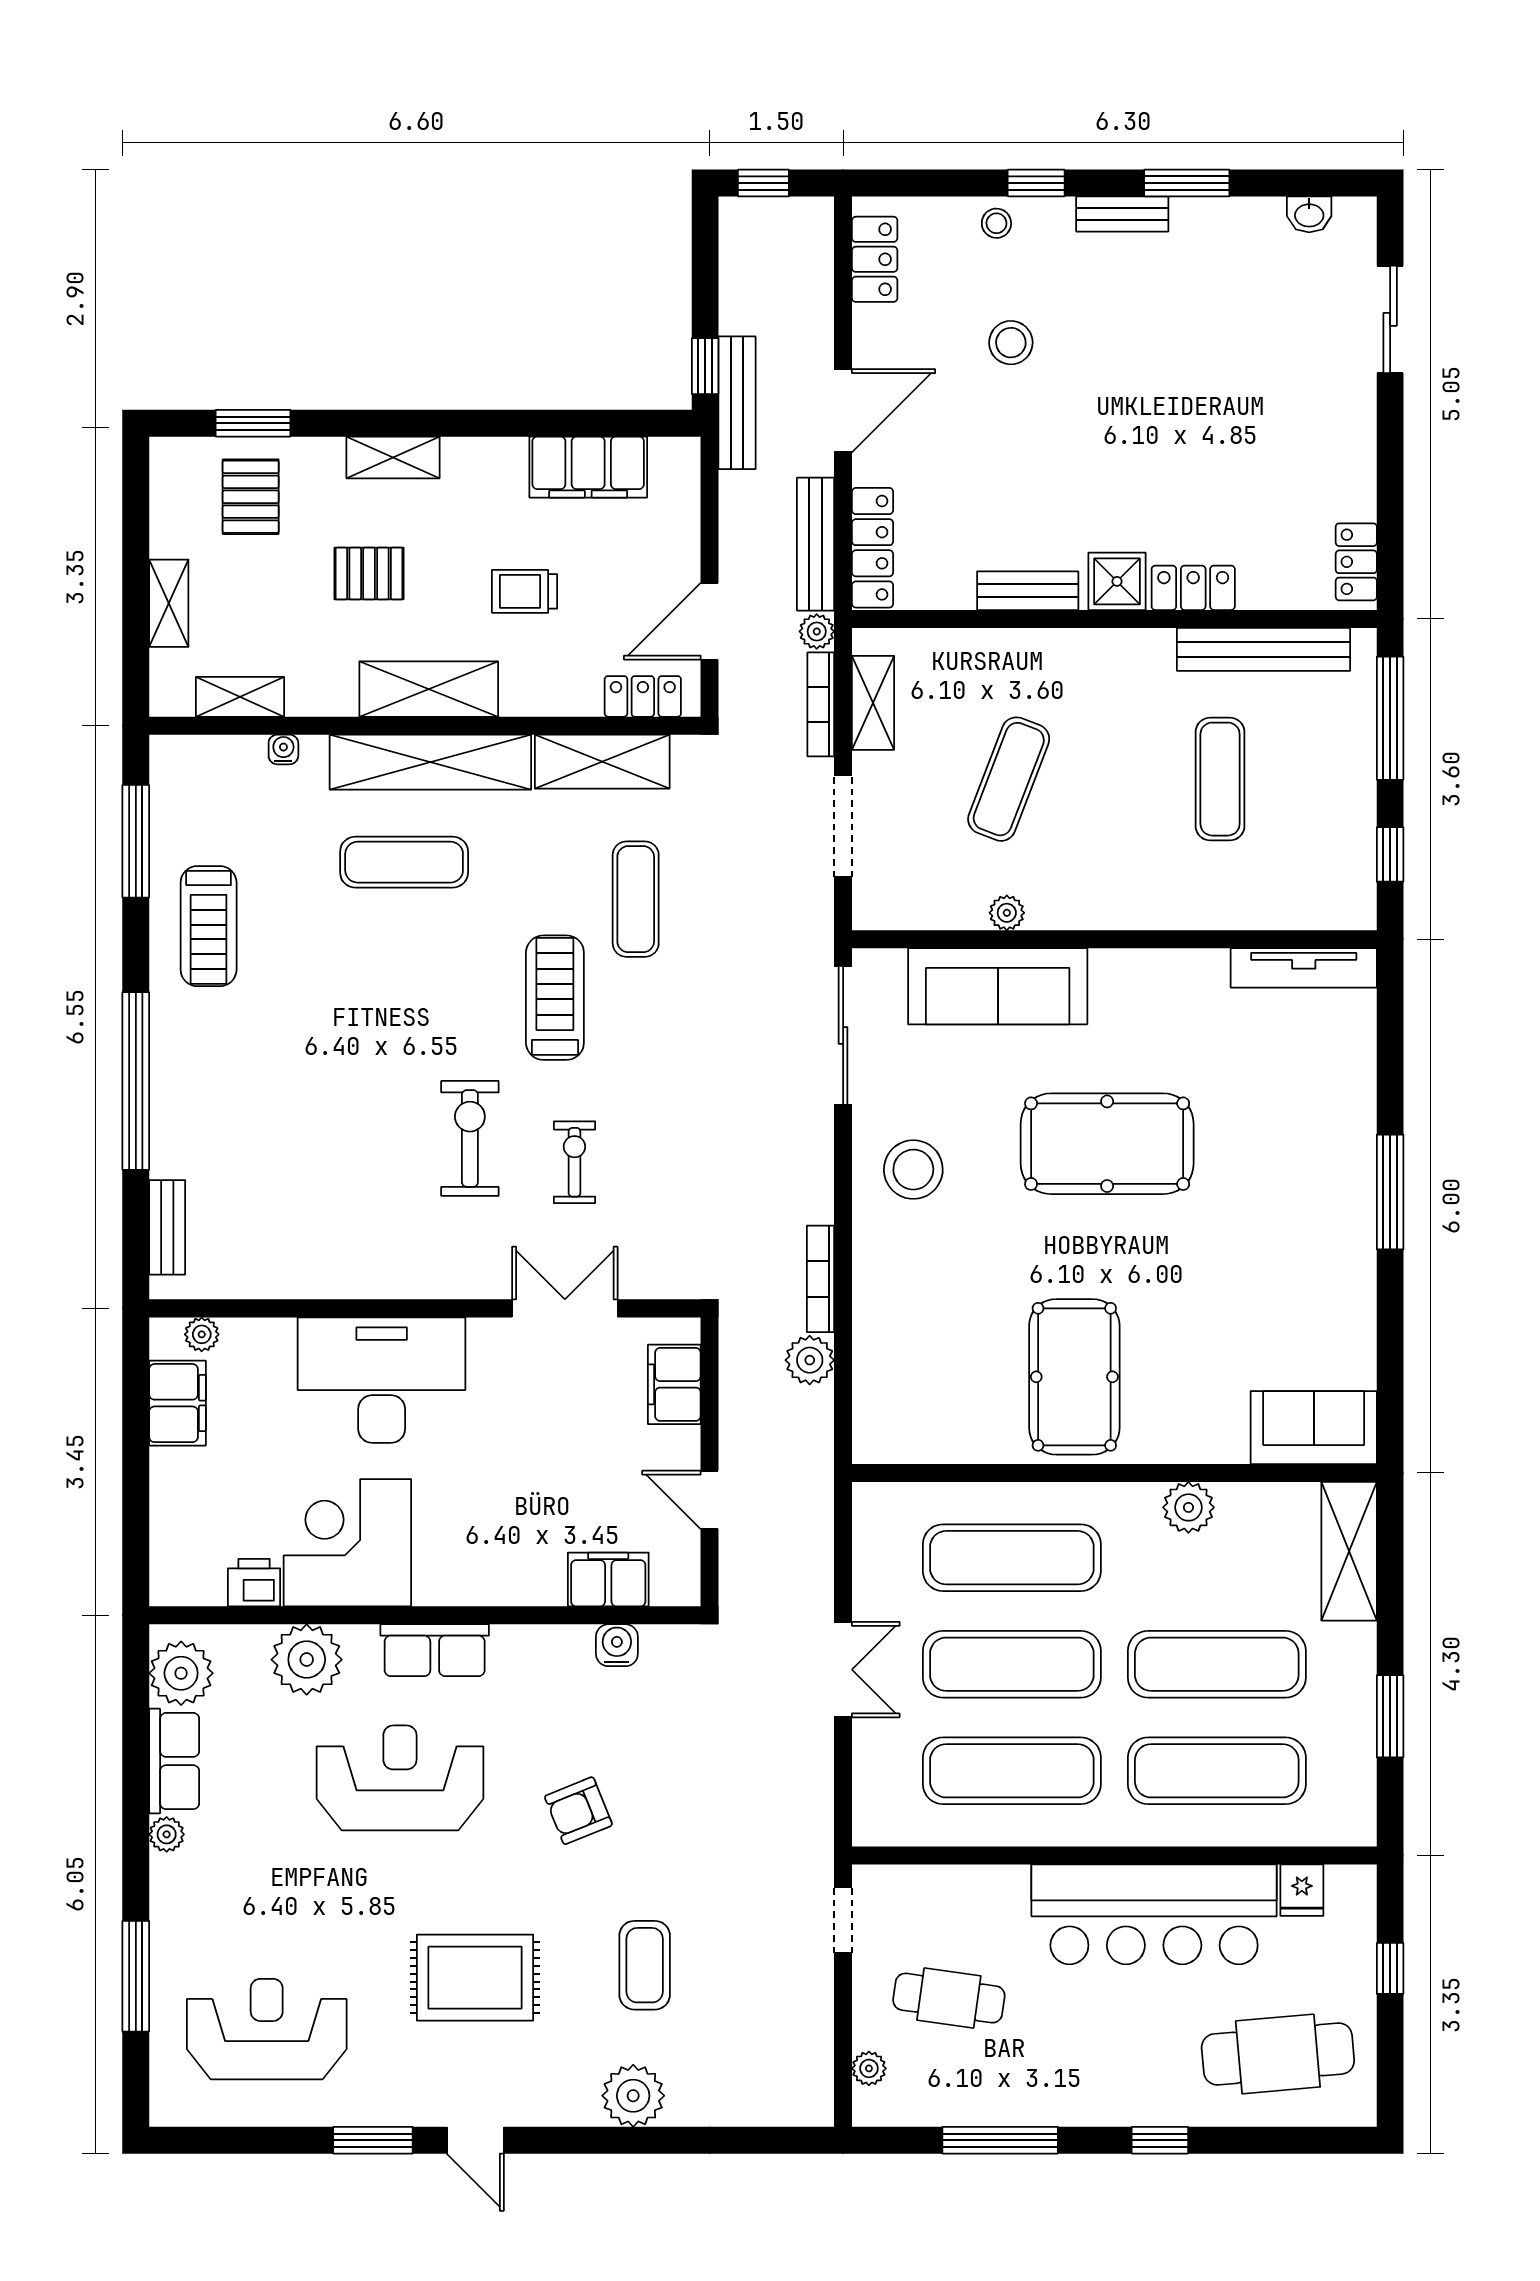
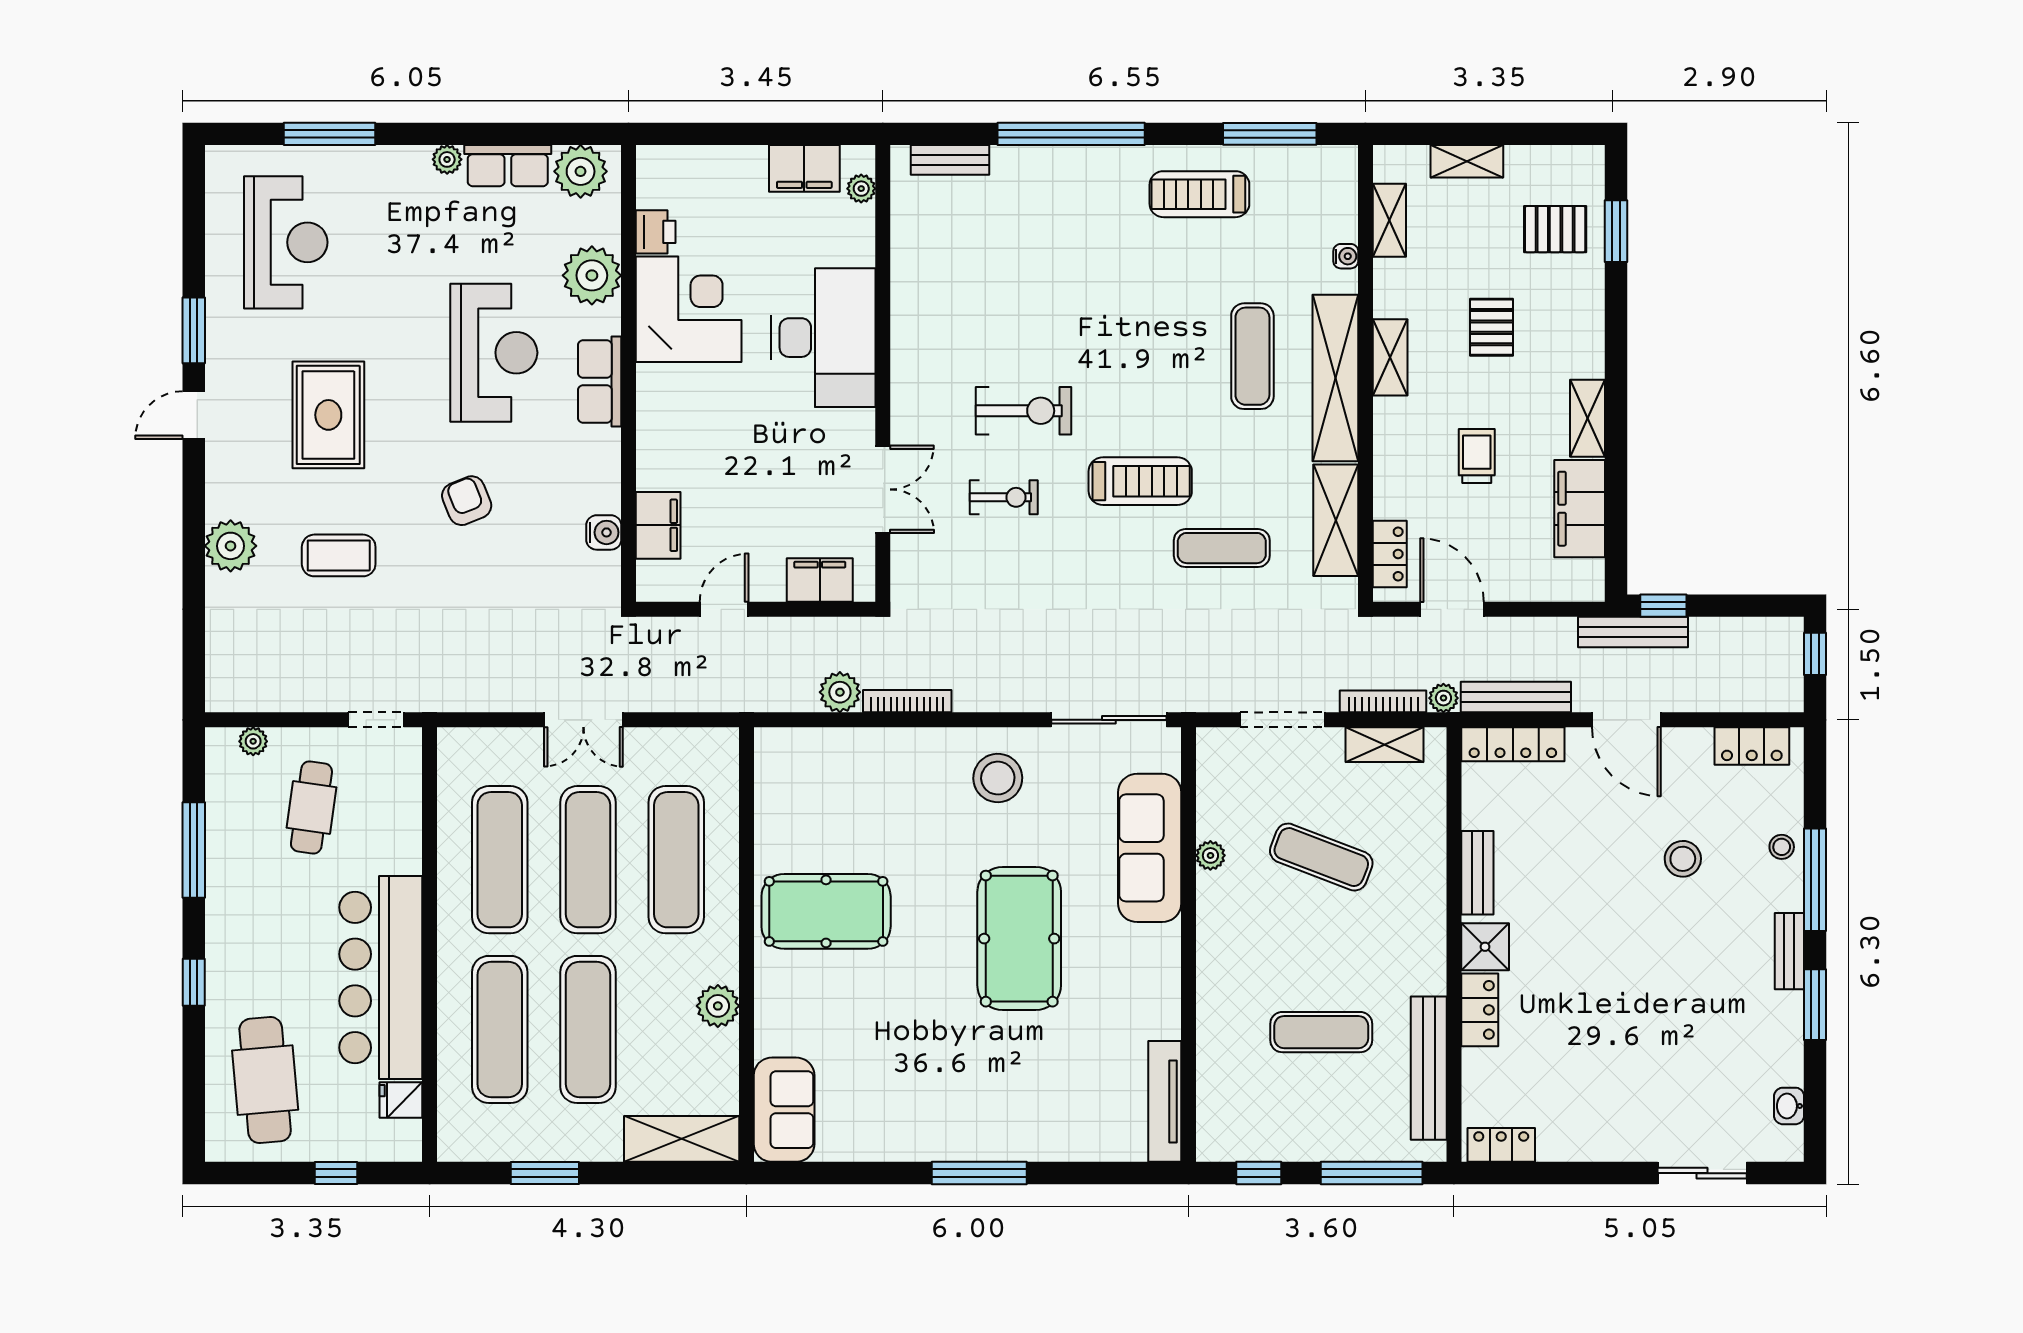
window: (1036, 183) -> (1815, 880), width x2.17
shelving: (393, 458) -> (1588, 418), moved
shelving: (429, 689) -> (1390, 357), width x0.67, depth x0.75

